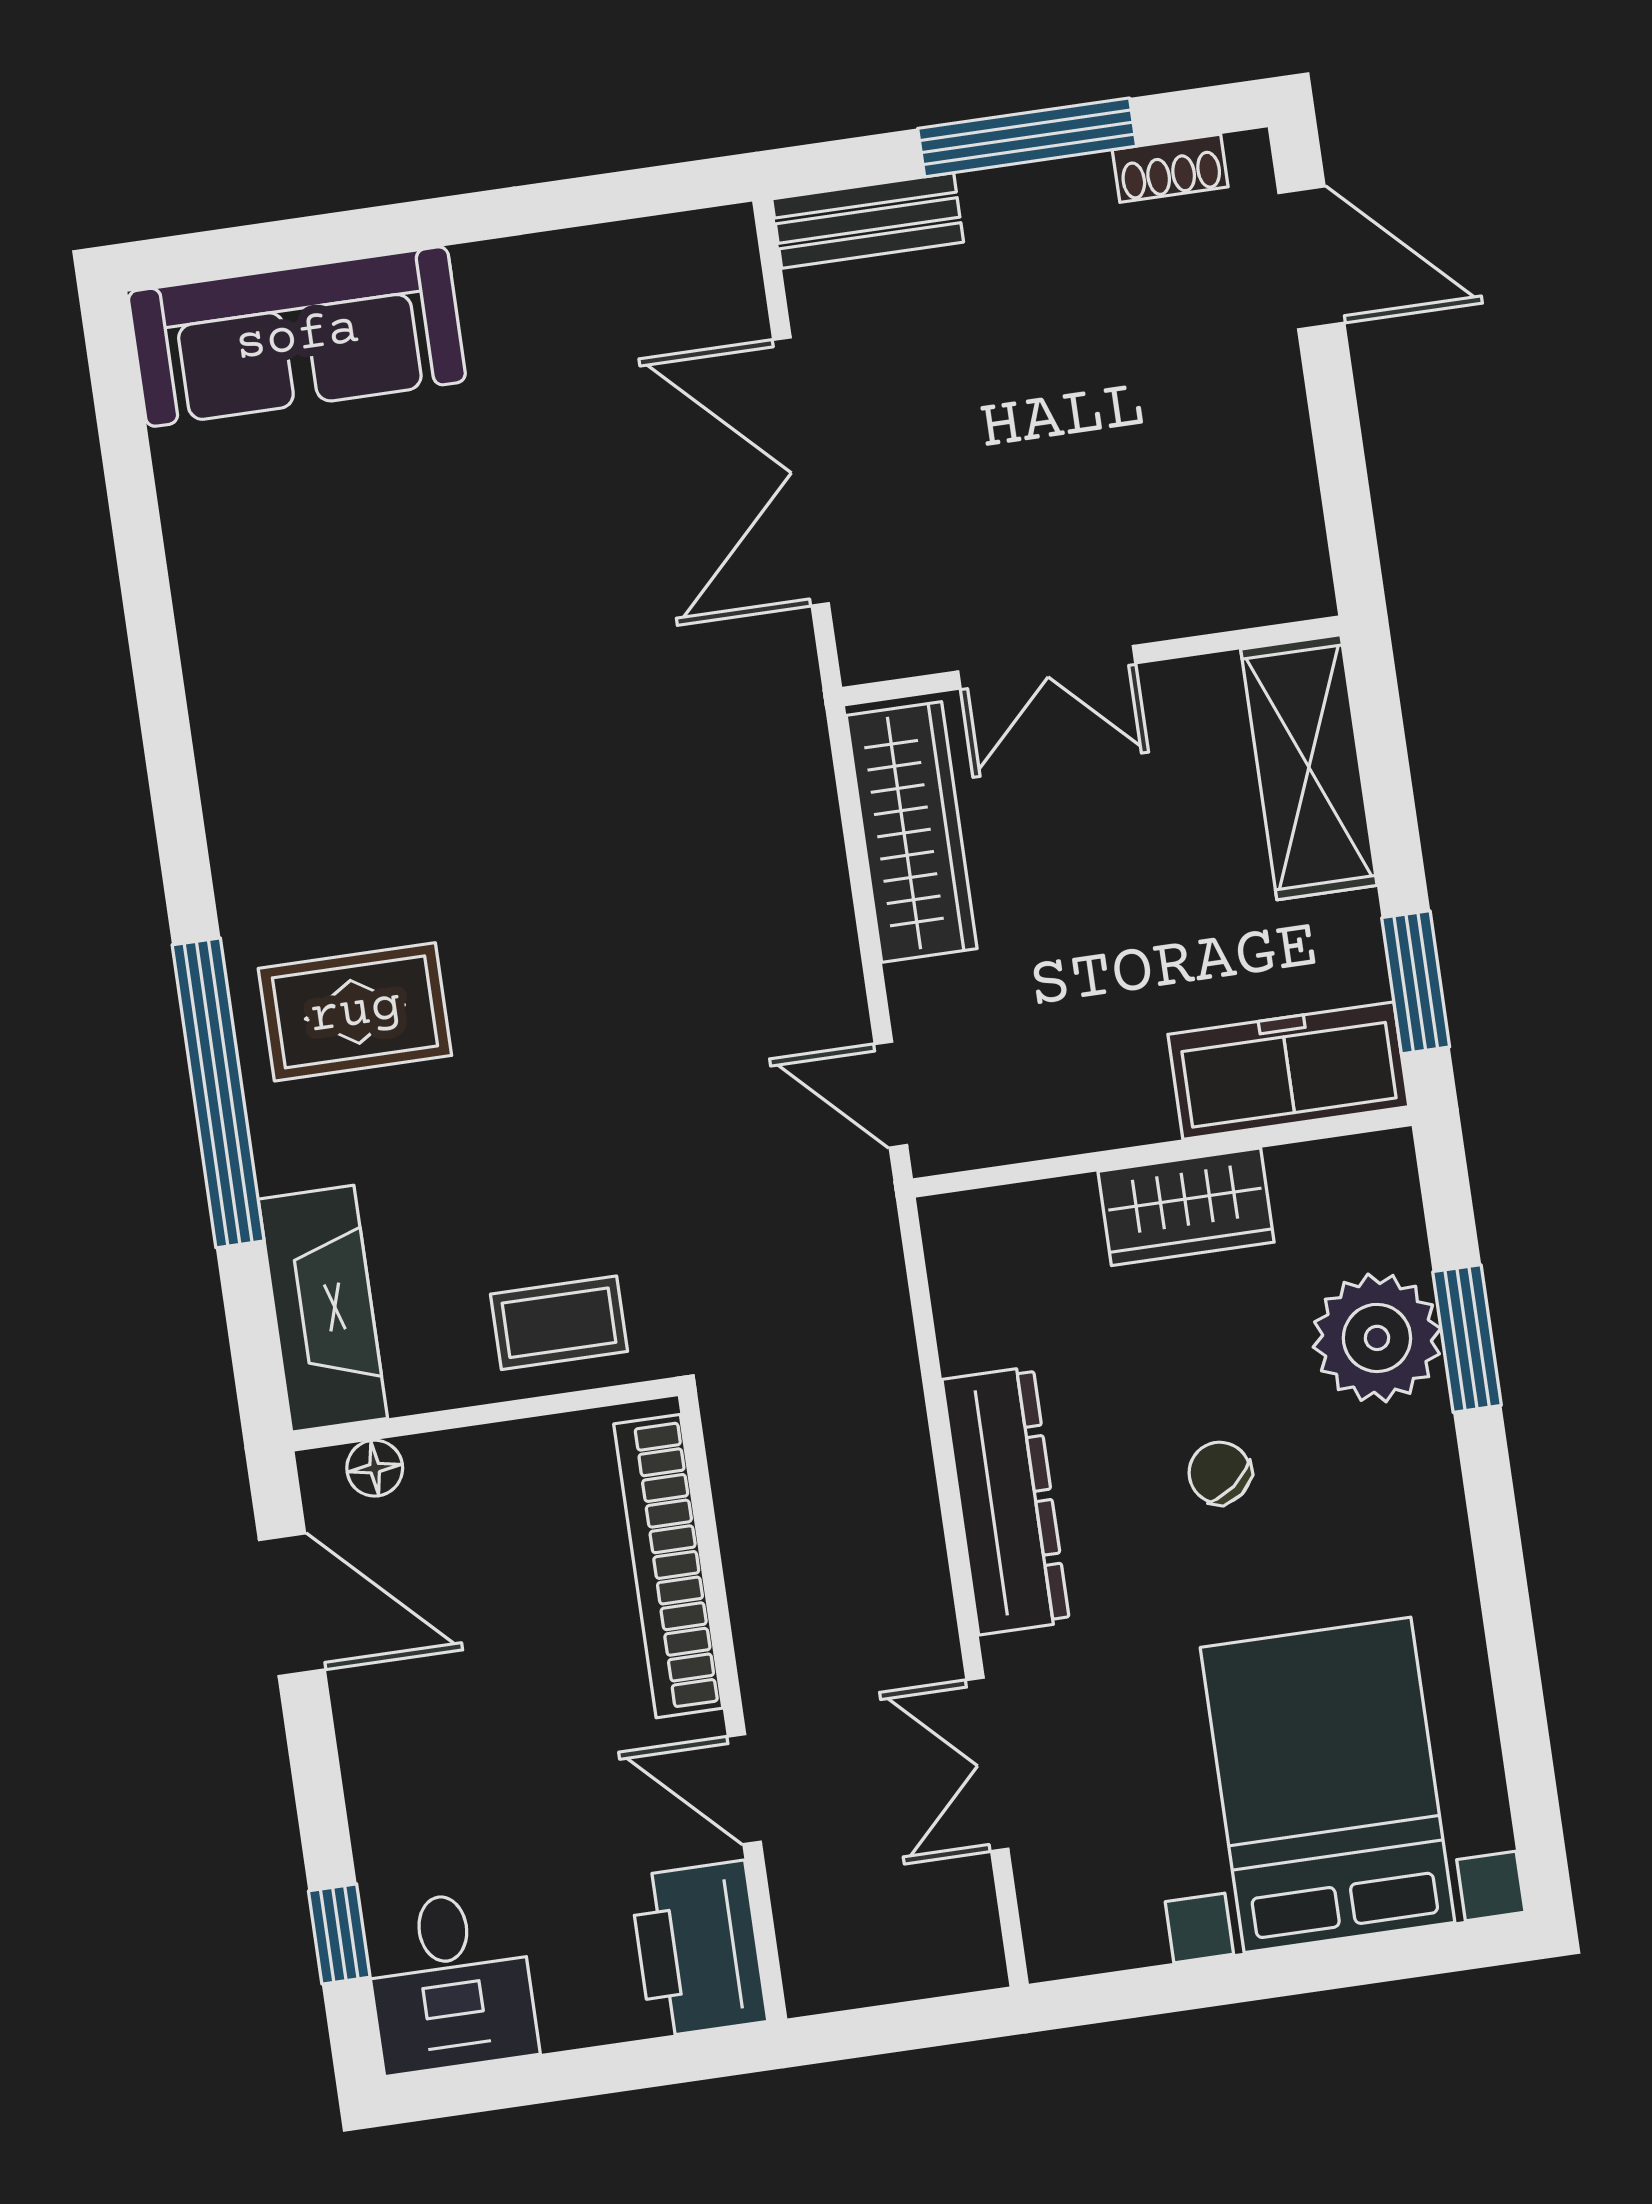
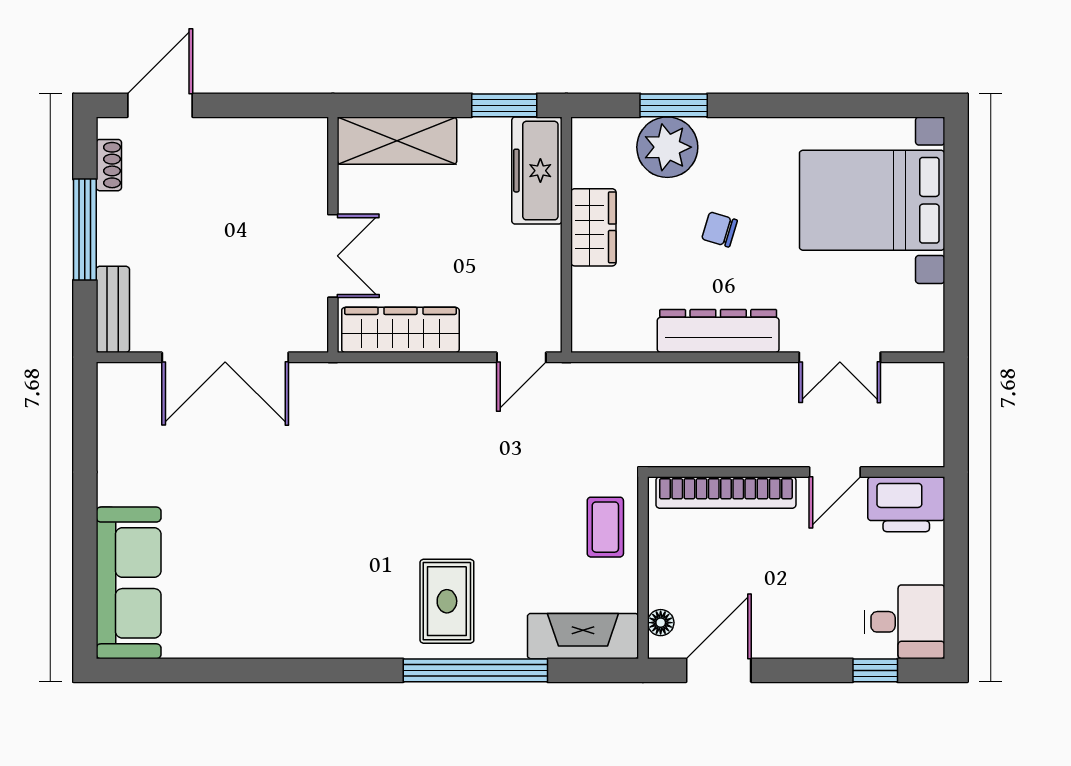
chair: (1220, 1473) -> (720, 229), turned 55

